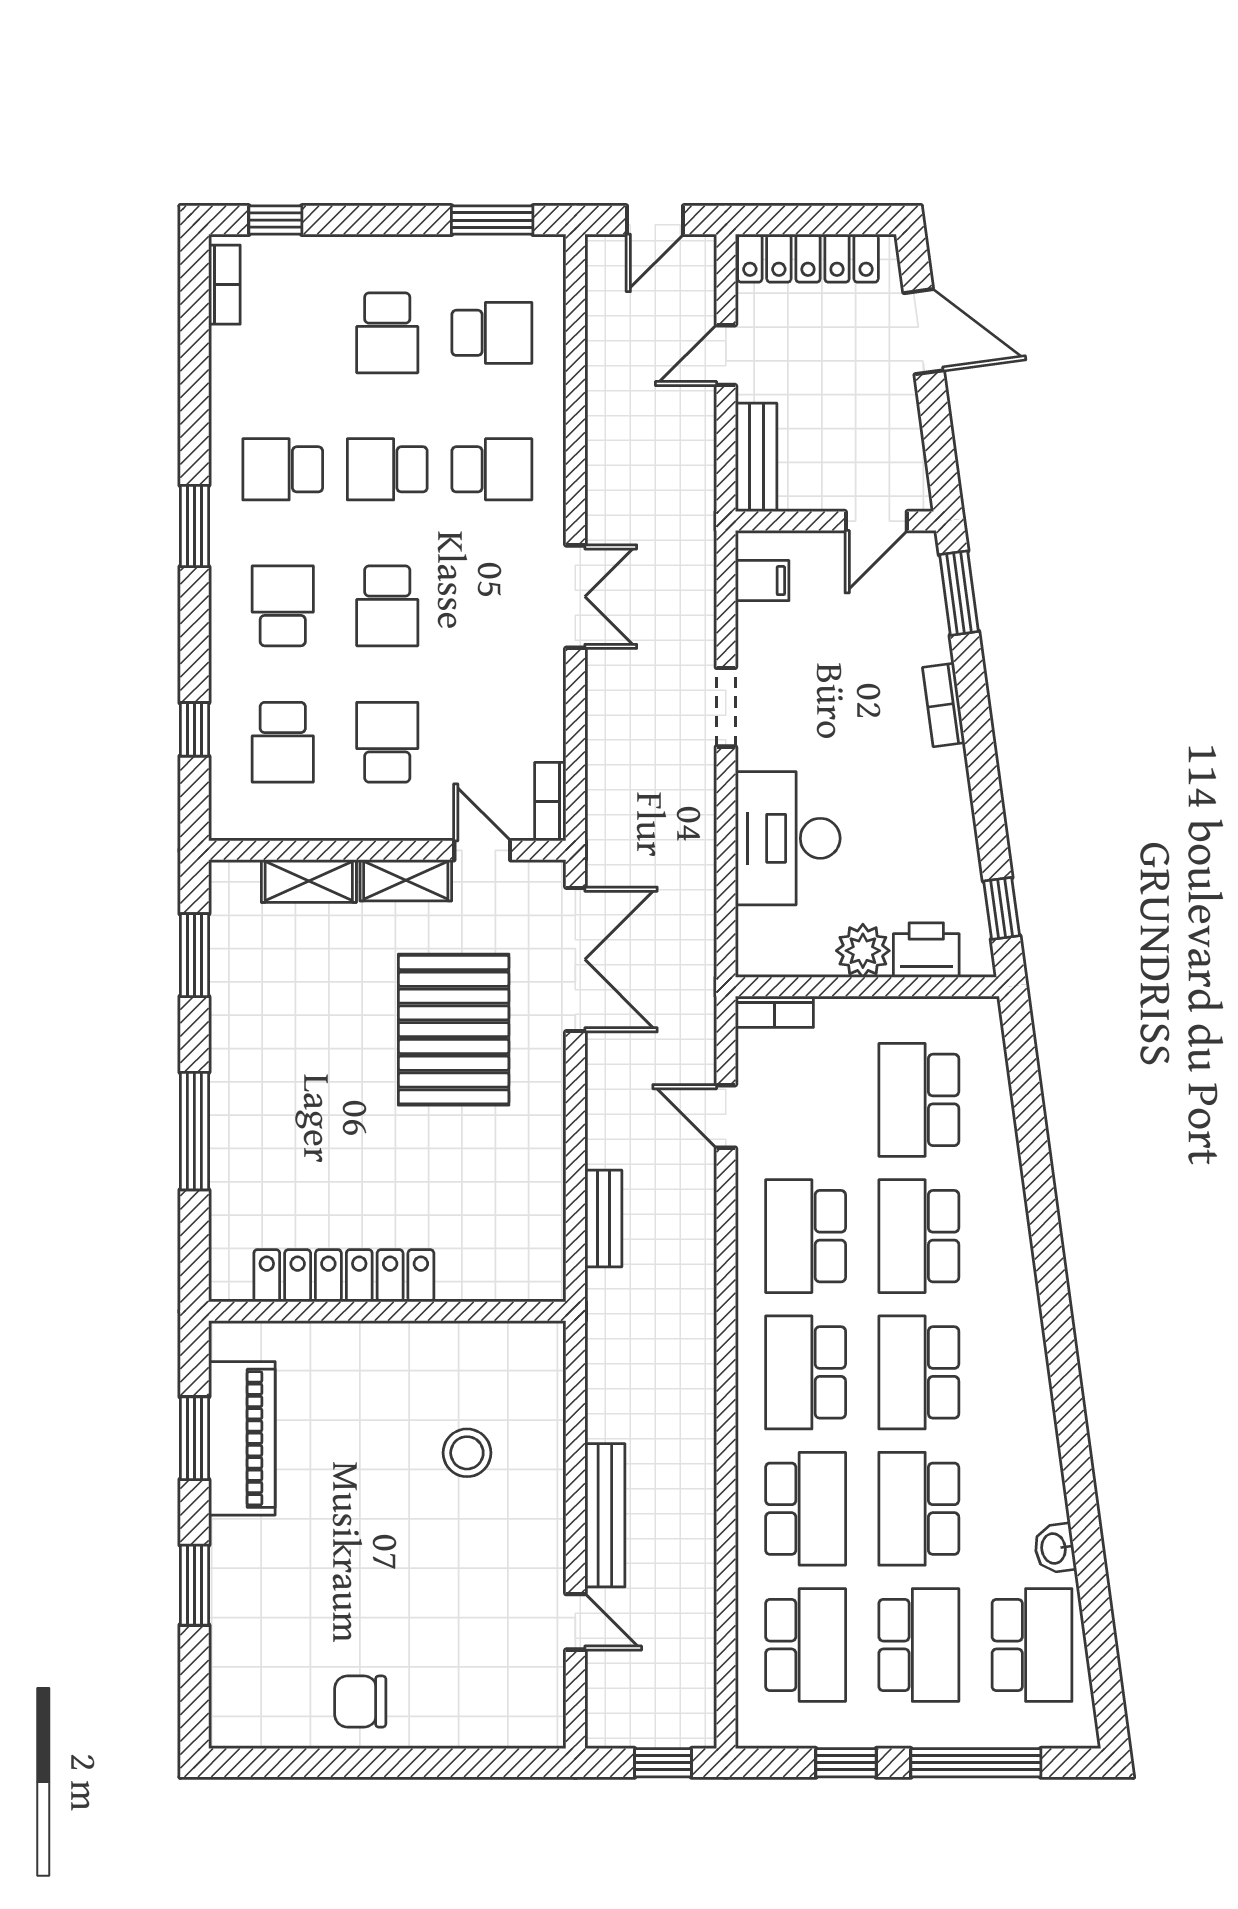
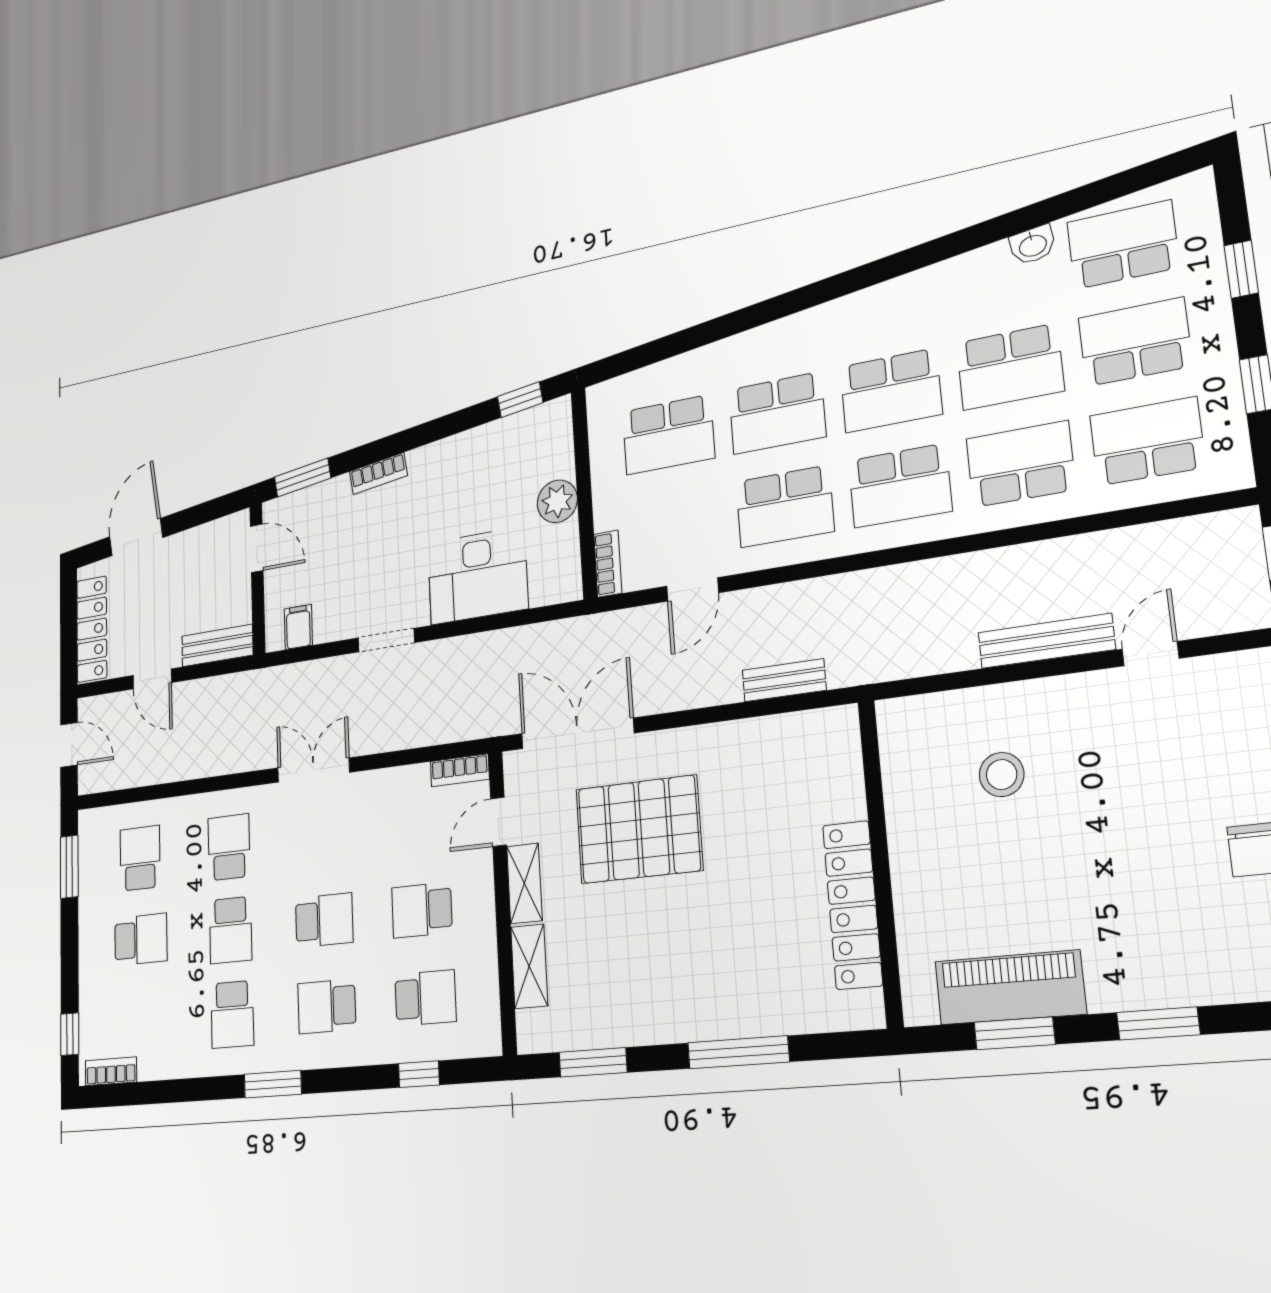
printer: (926, 950) -> (554, 452), removed
window: (976, 1763) -> (1241, 269), width x0.46

